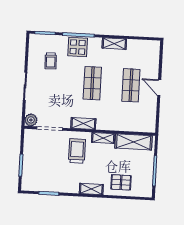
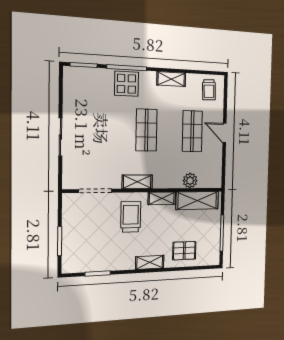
trolley: (51, 61) -> (209, 90), moved
plant: (31, 120) -> (190, 181), moved

